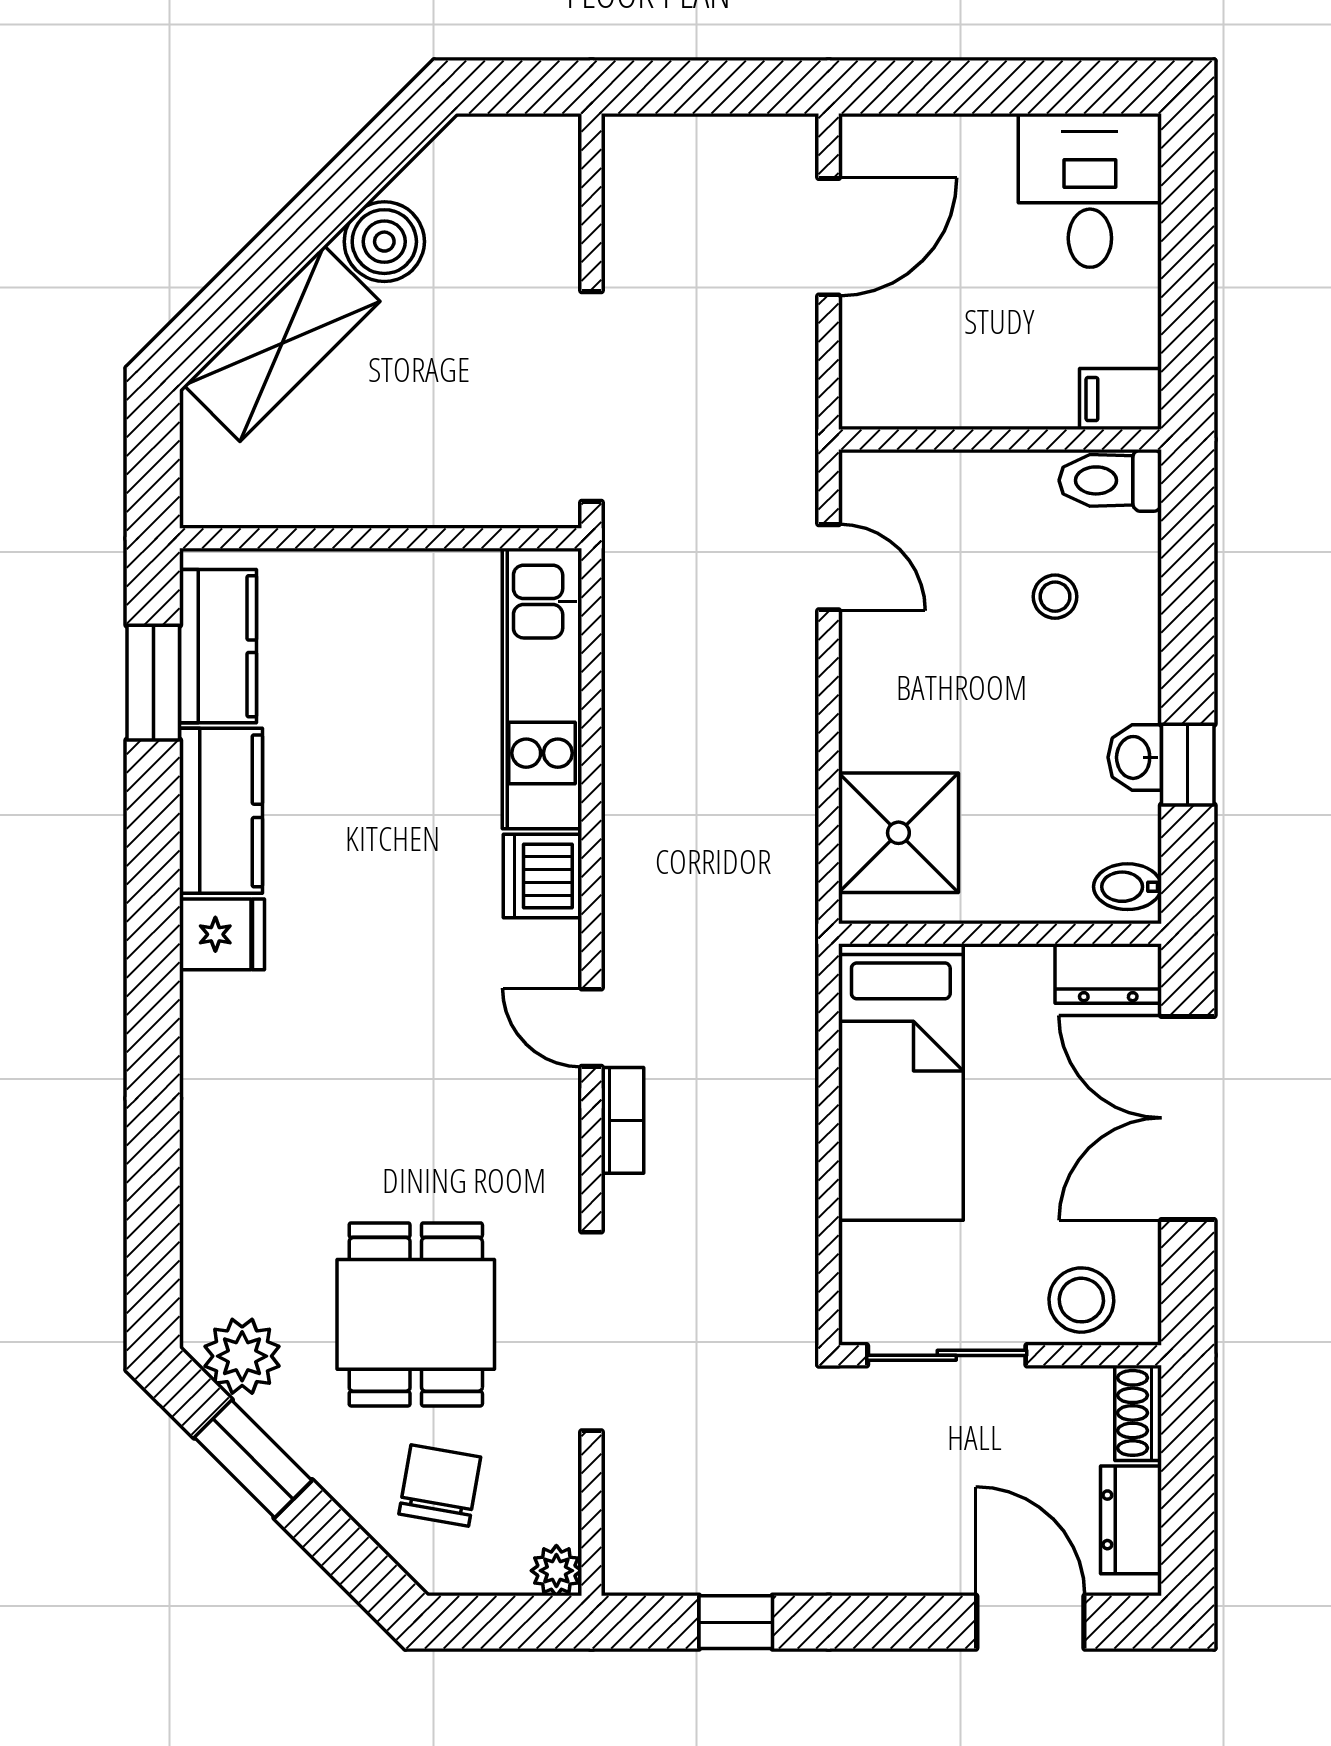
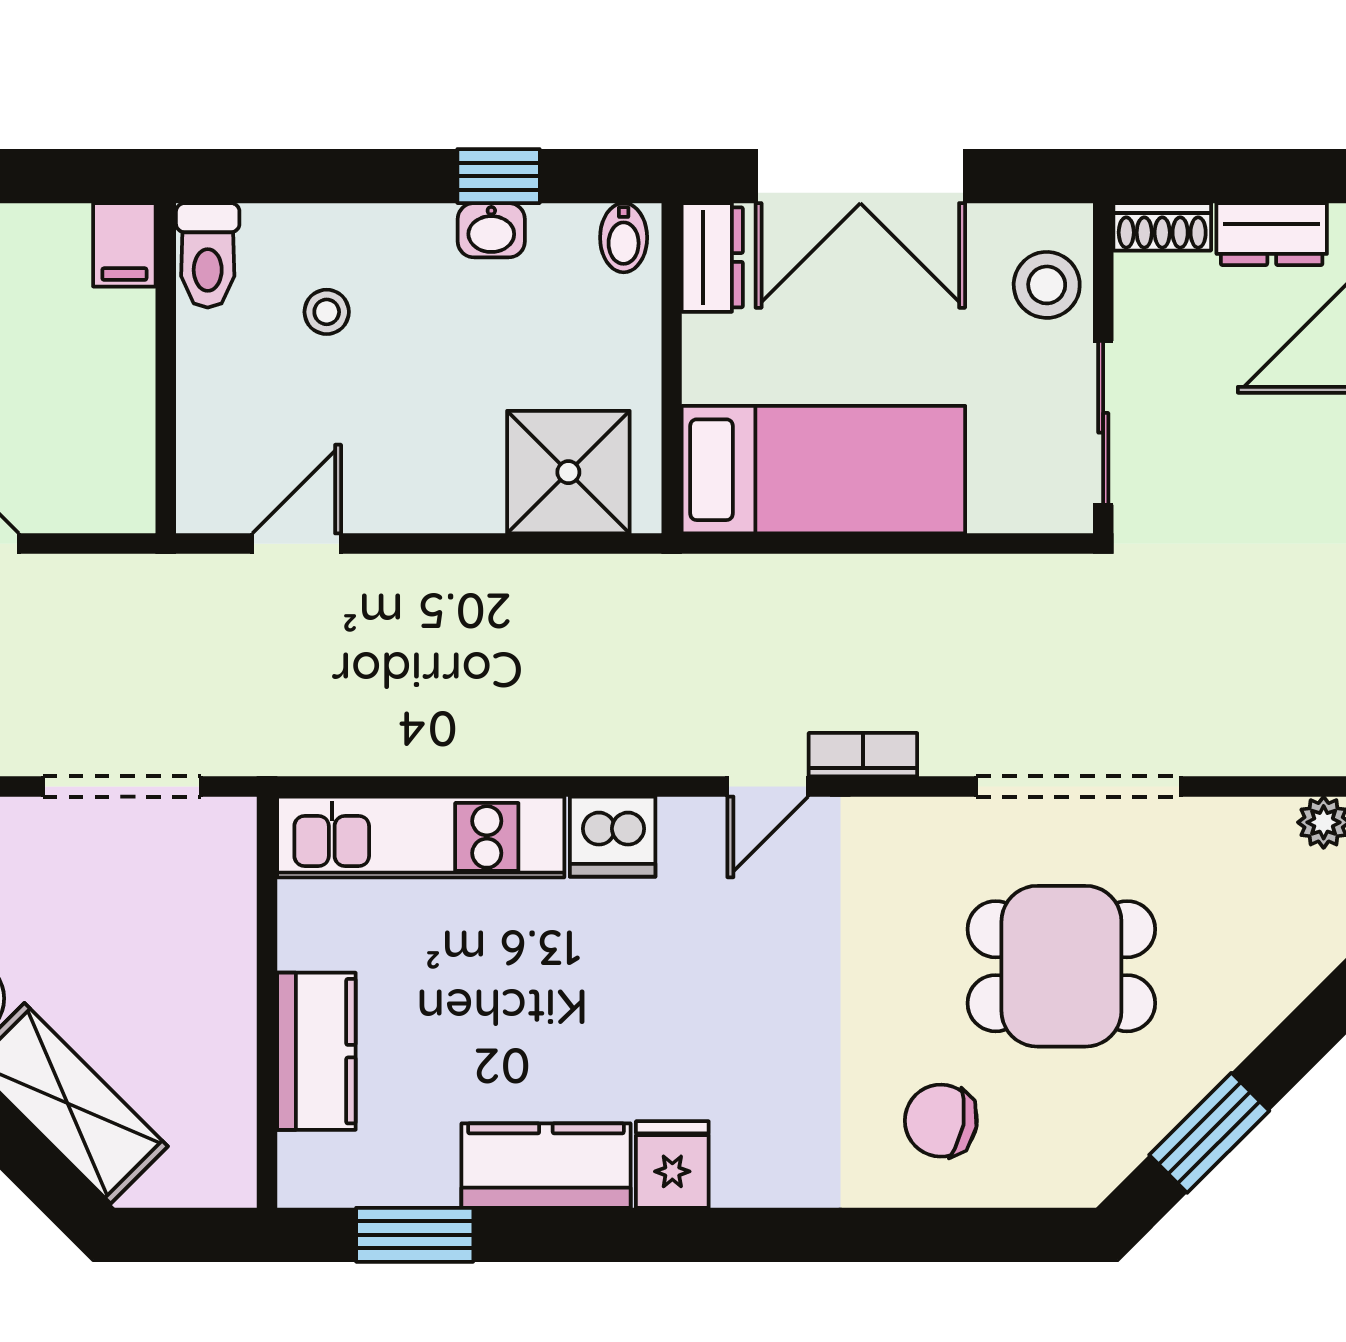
doorway: (591, 397) -> (122, 786), width x0.73
kitchen counter: (218, 646) -> (316, 1051), moved, turned 90
plant: (242, 1356) -> (1104, 1144), removed
chair: (440, 1485) -> (941, 1121), moved

